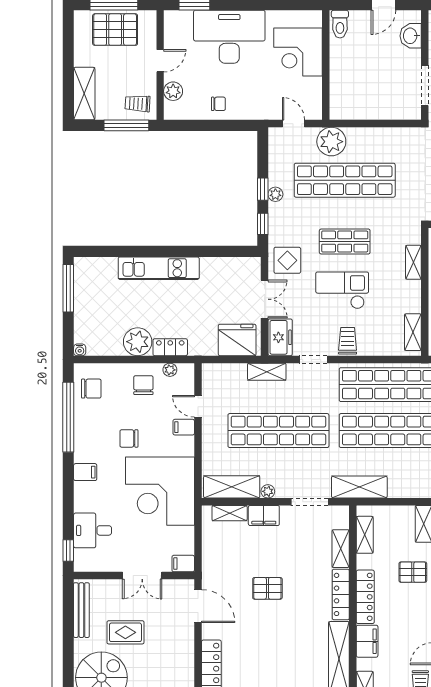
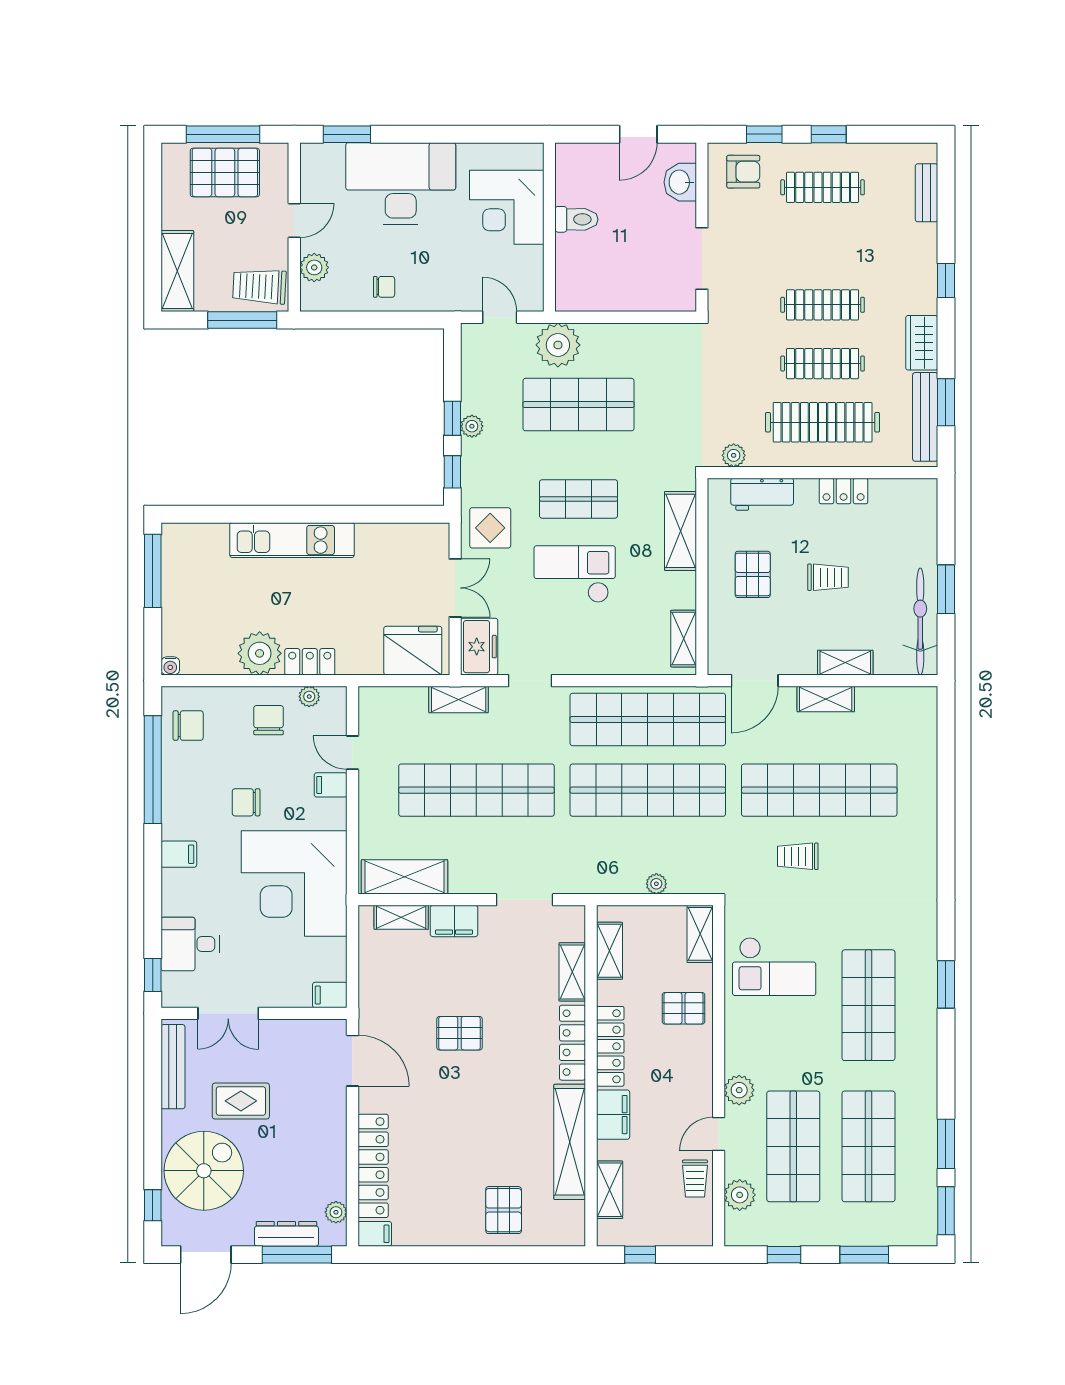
toilet: (340, 24) -> (576, 219), moved, turned -90
trolley: (138, 104) -> (259, 286), width x1.36, depth x1.39
shop shelf: (345, 180) -> (579, 405), width x0.71
shelving: (413, 262) -> (681, 531), width x1.50, depth x1.33
trolley: (348, 341) -> (583, 652), removed
shelving: (359, 487) -> (601, 877), removed
plant: (268, 491) -> (656, 884), moved
double door: (142, 575) -> (228, 1013), moved

